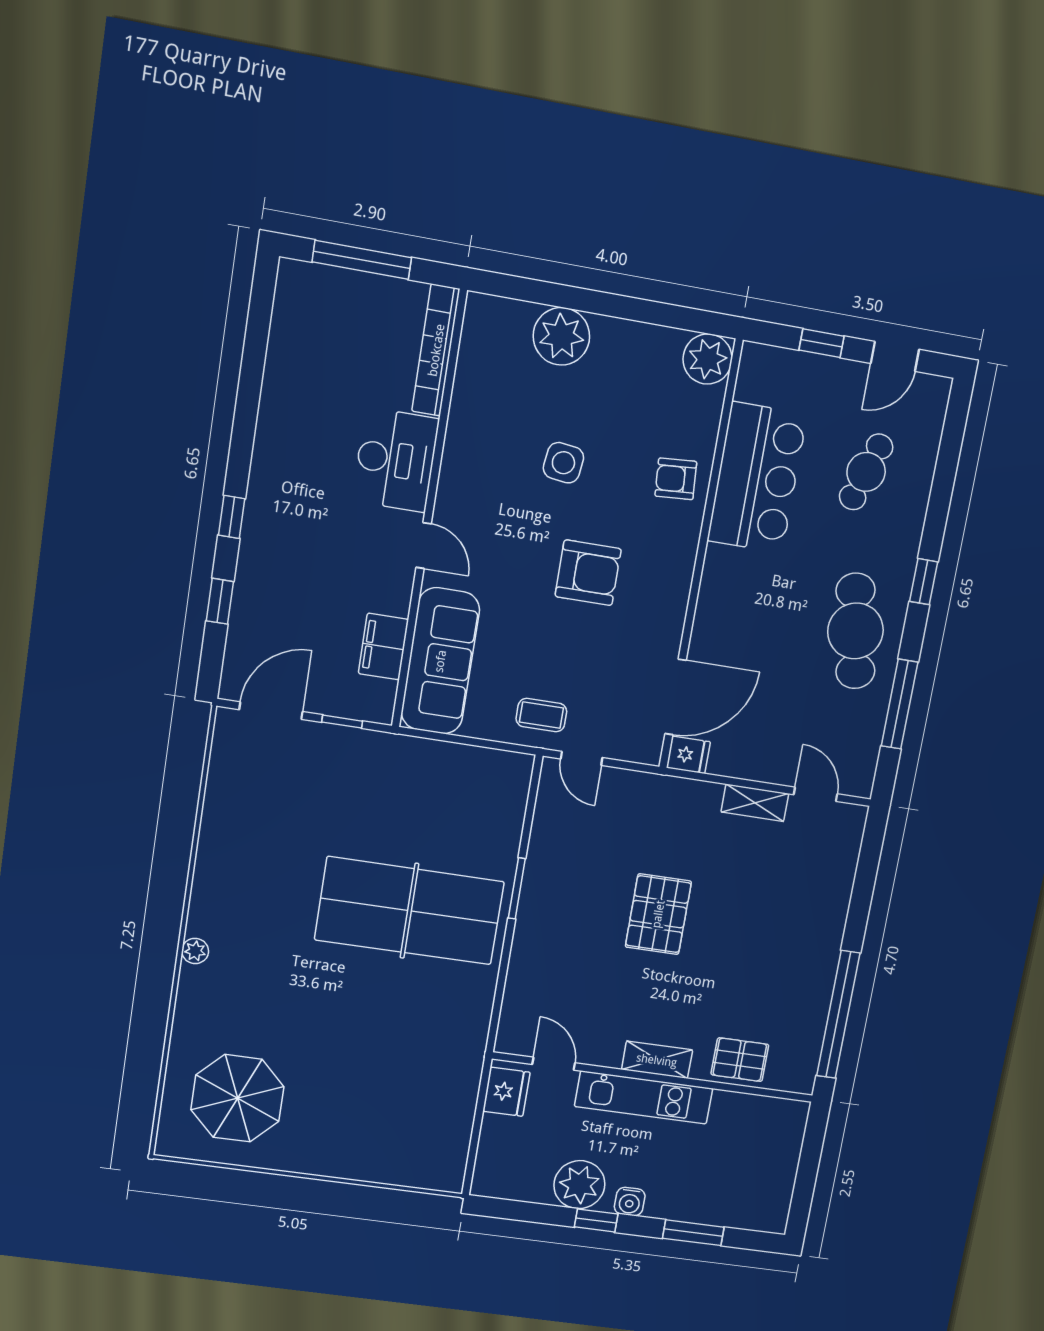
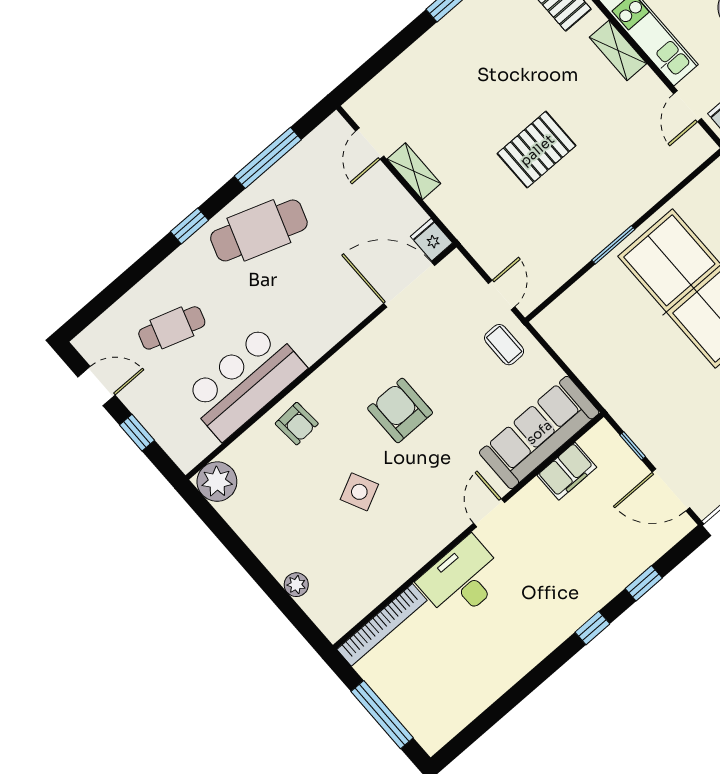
plant: (561, 336) -> (296, 585), width x0.53, depth x0.53
side table: (563, 463) -> (359, 492), turned -33
cafe table: (855, 631) -> (259, 230), turned 30

